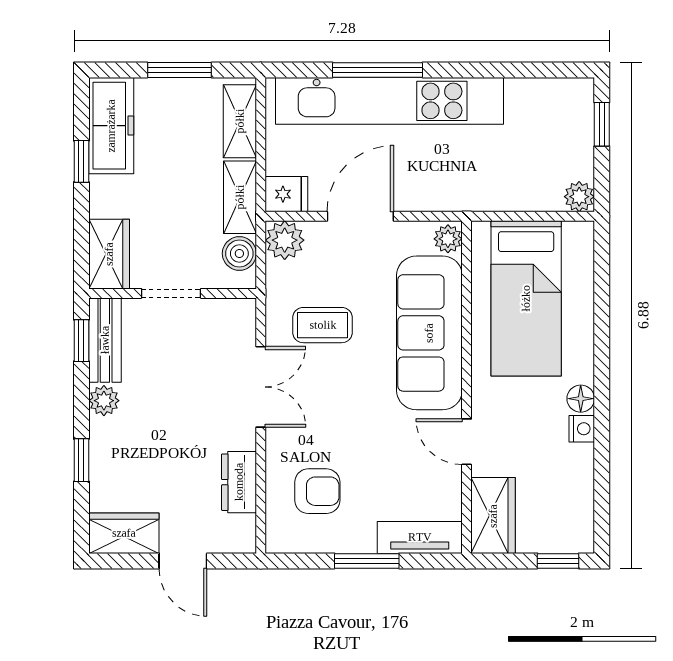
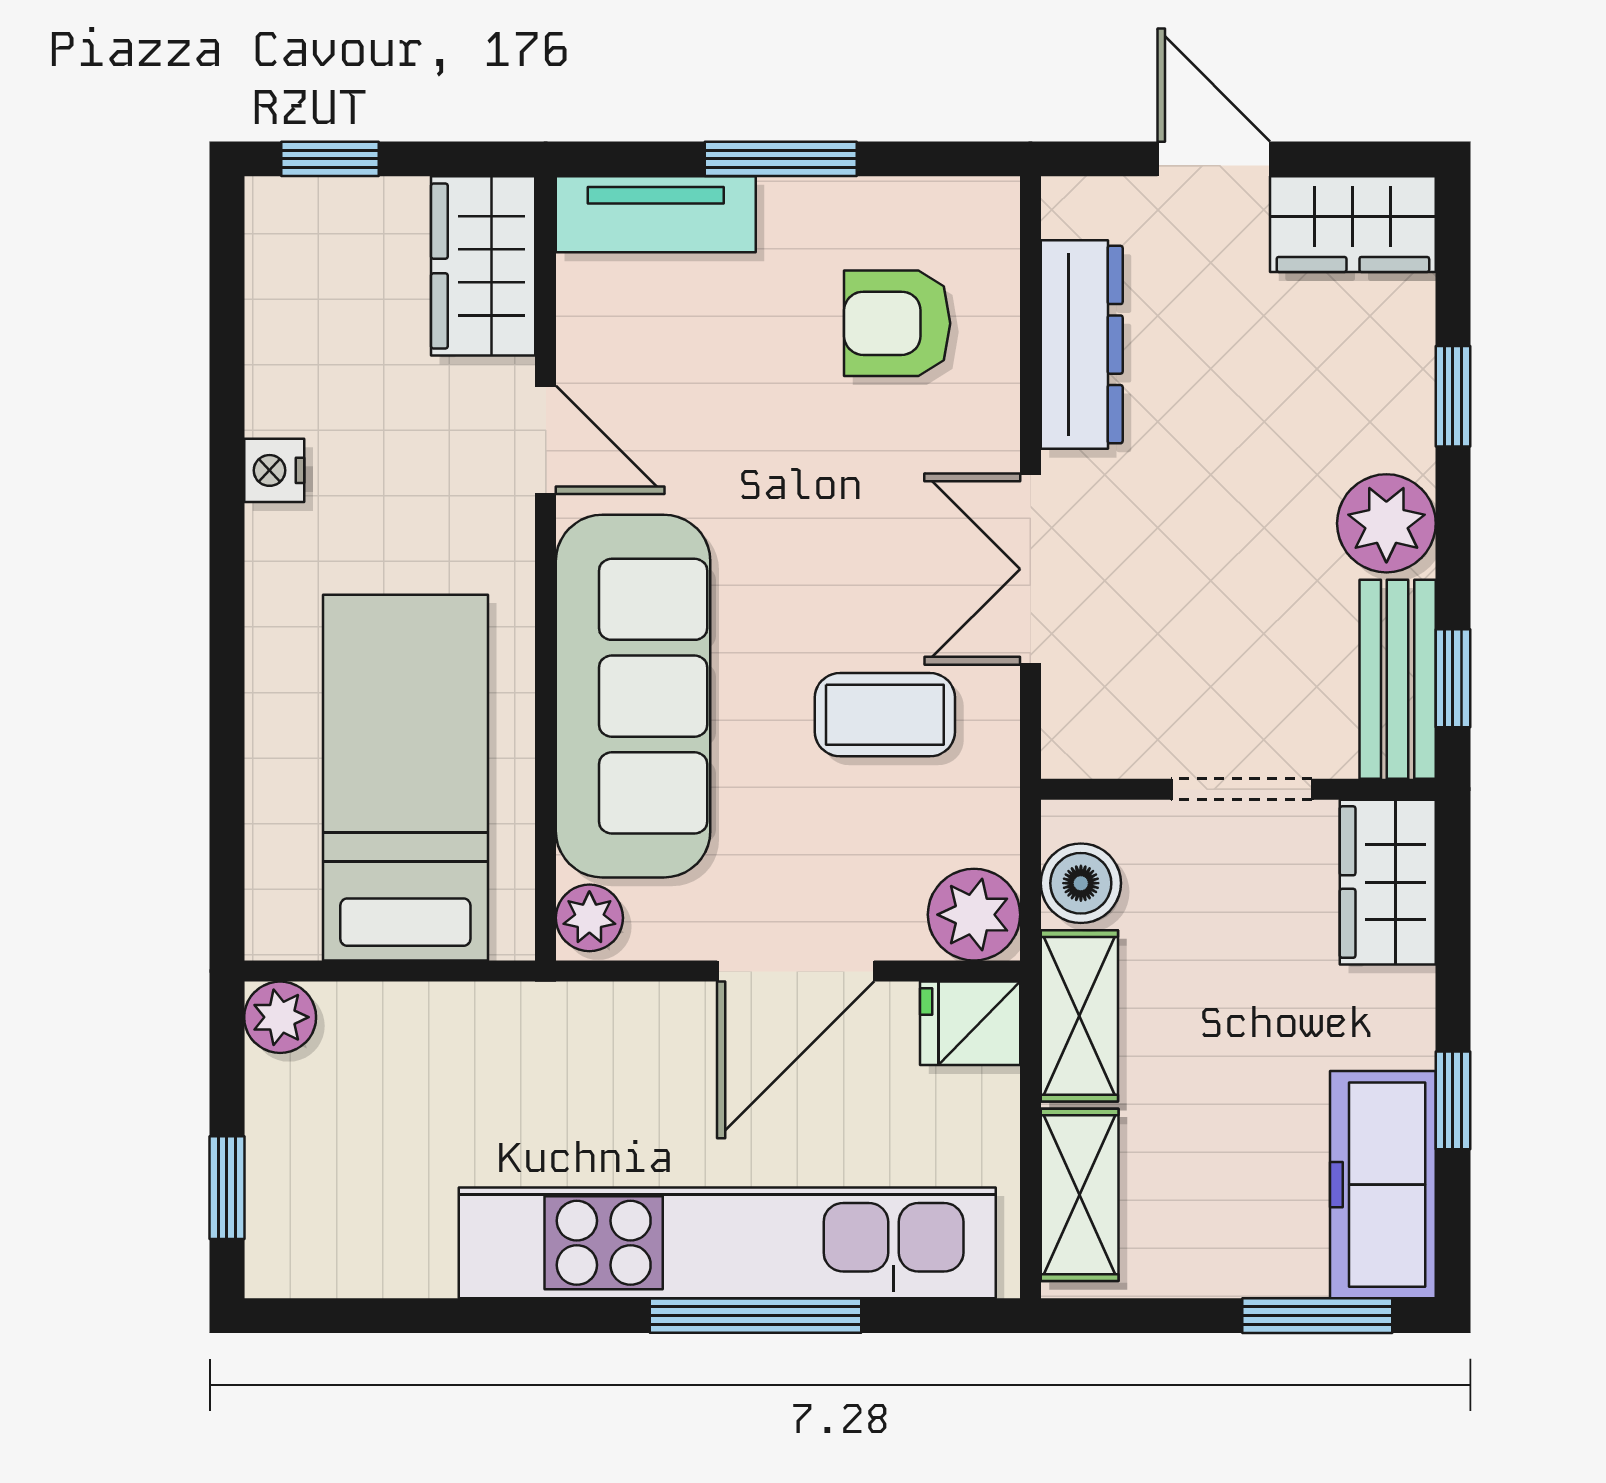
window: (179, 70) -> (1317, 1316), moved
floor lamp: (581, 399) -> (277, 541), removed
plant: (104, 401) -> (1386, 523), width x1.38, depth x1.38
dresser: (239, 482) -> (1082, 345), width x1.44

